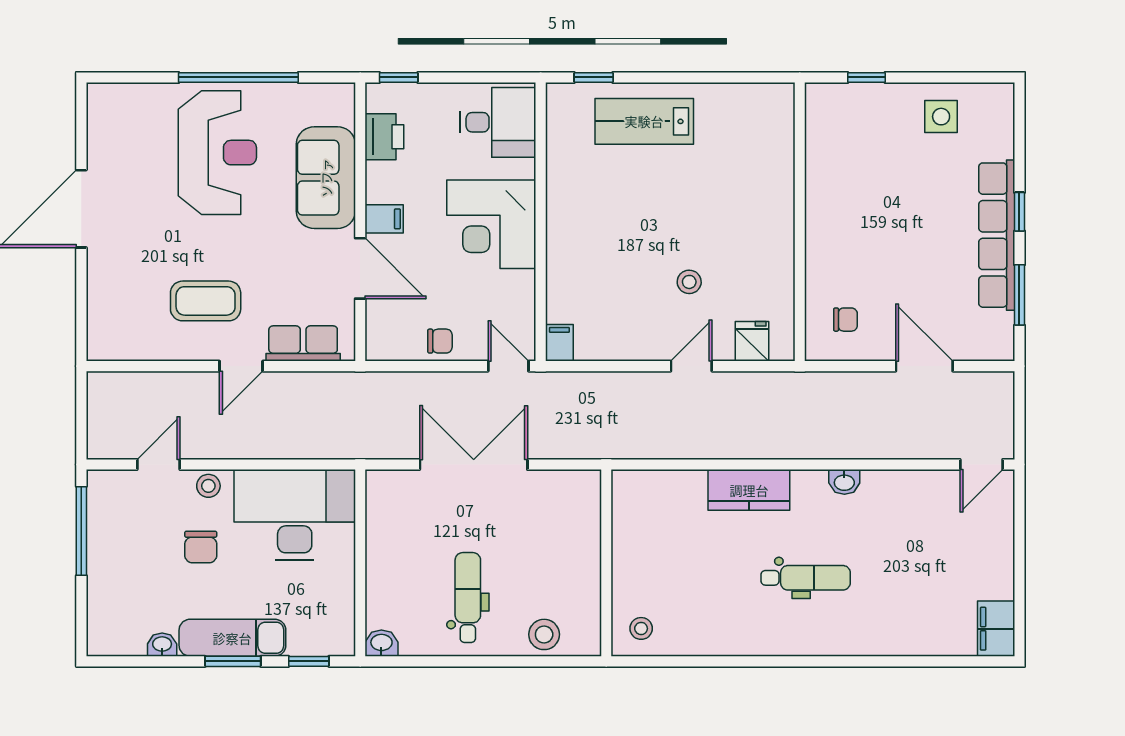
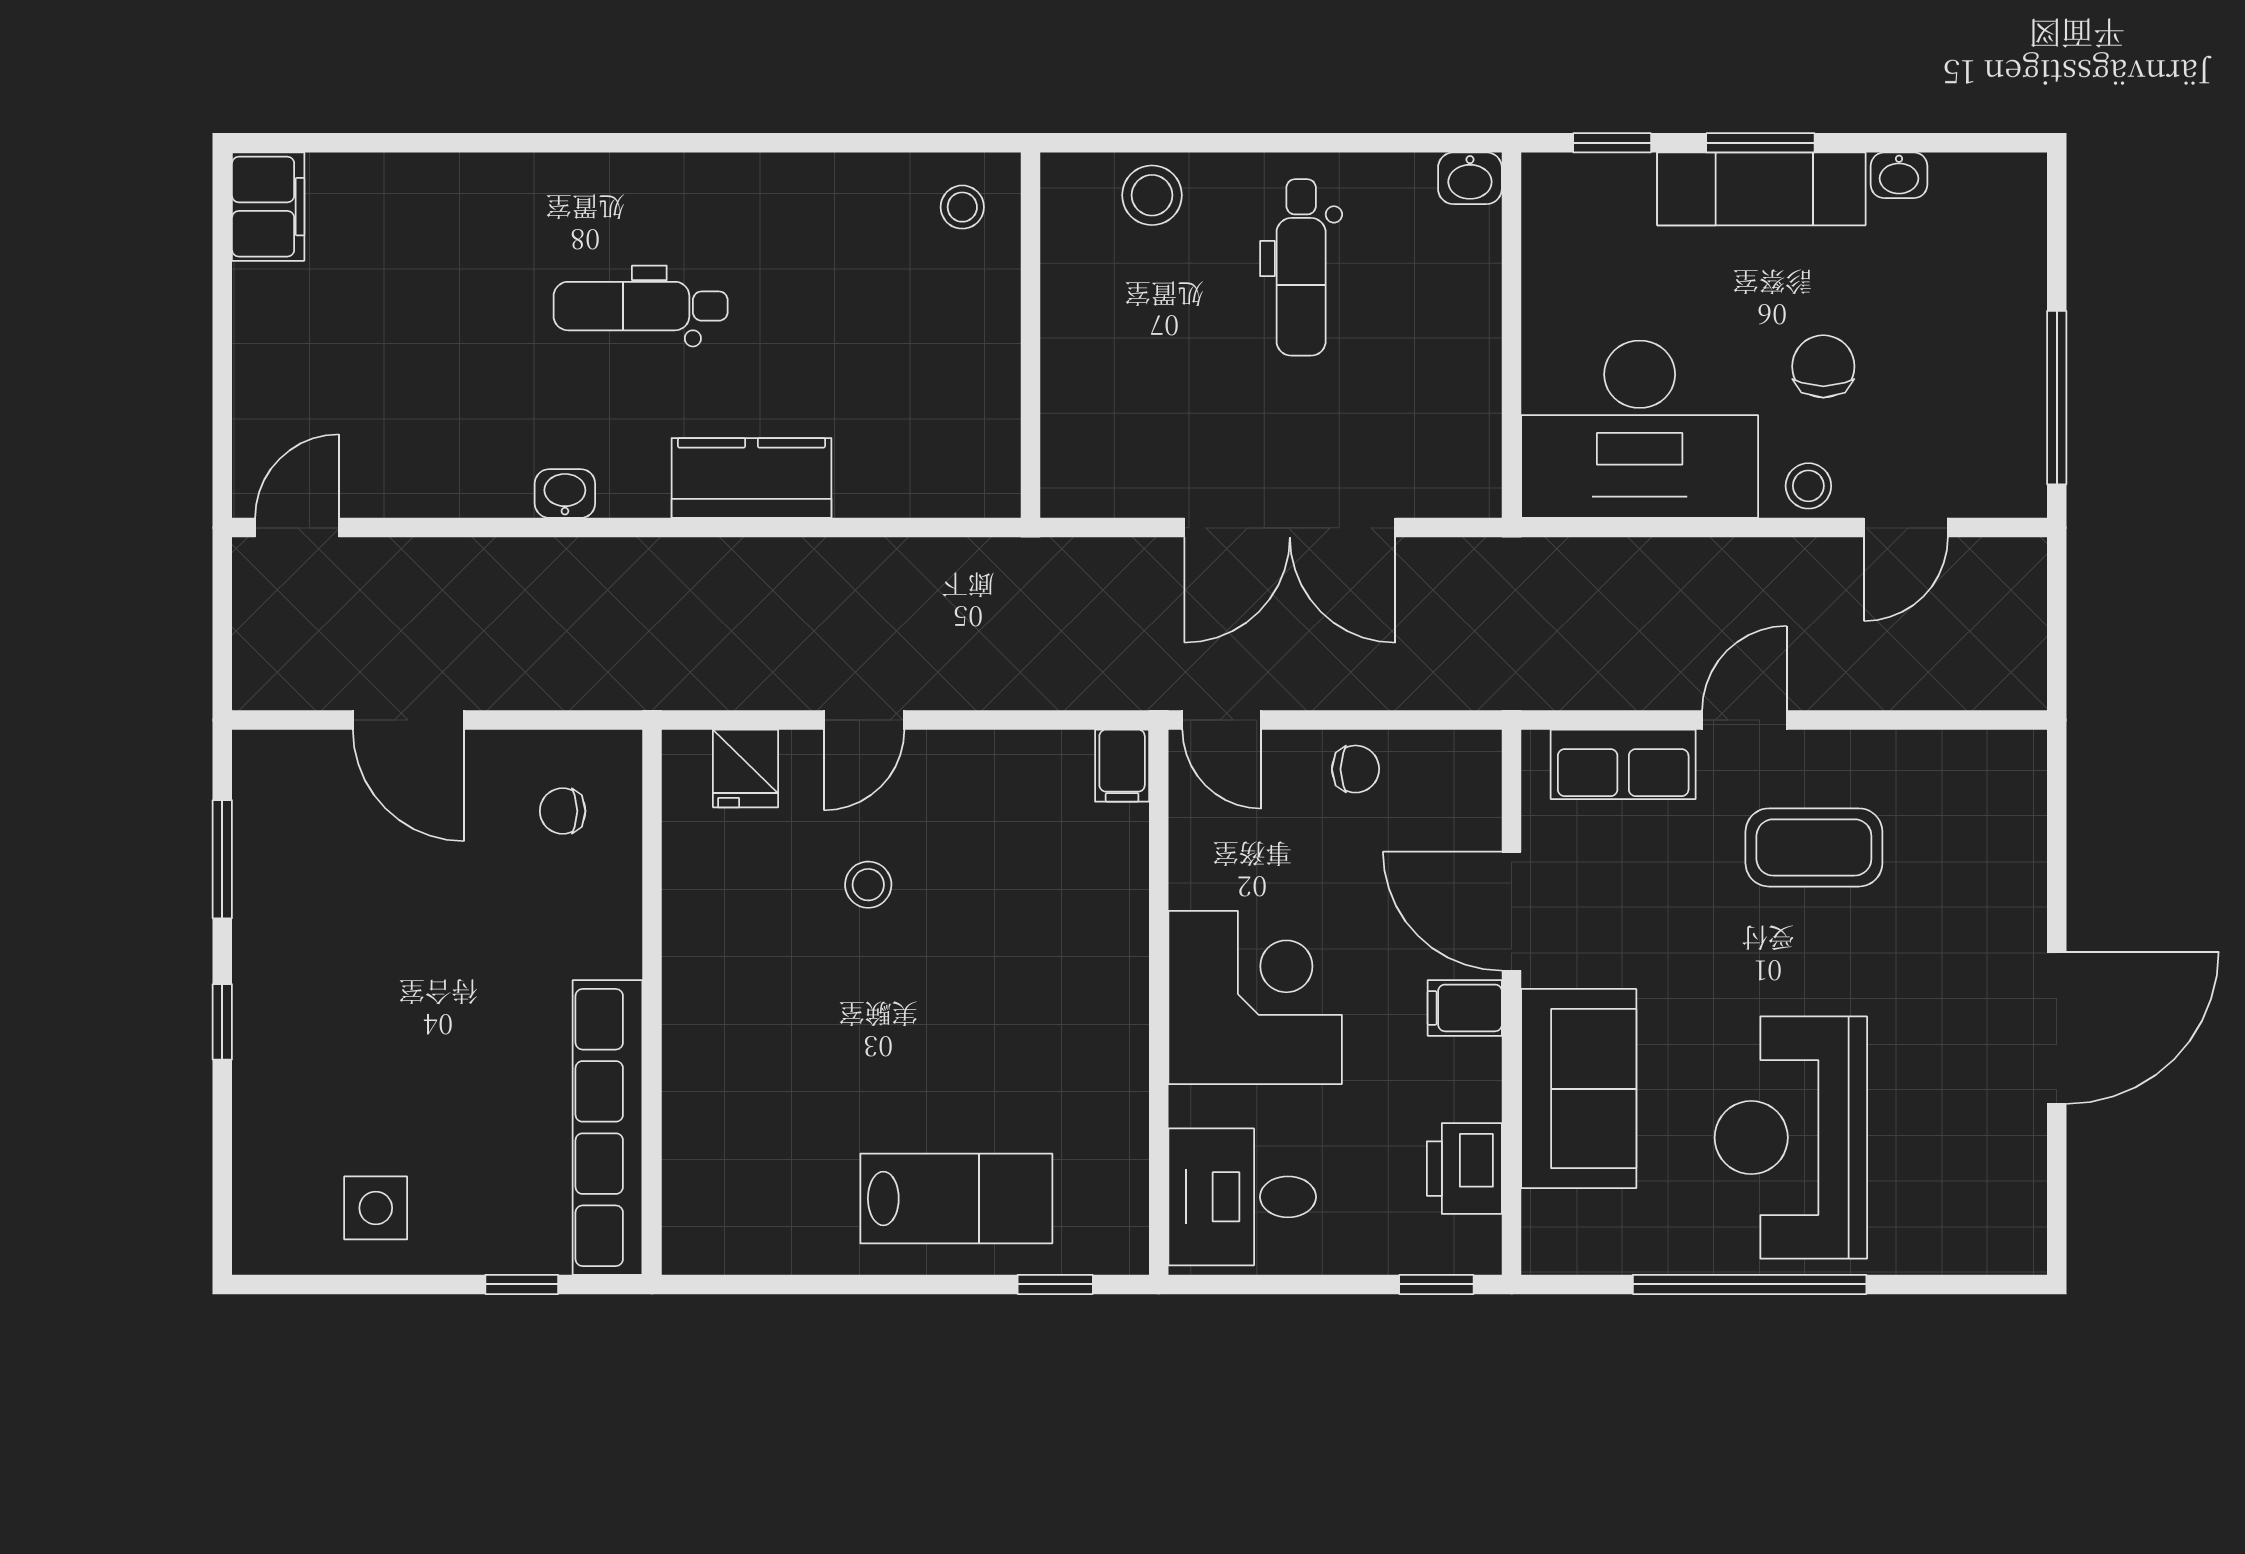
row of seats: (997, 235) -> (608, 1127), moved, turned 180
chair: (440, 341) -> (1356, 769), turned 180

